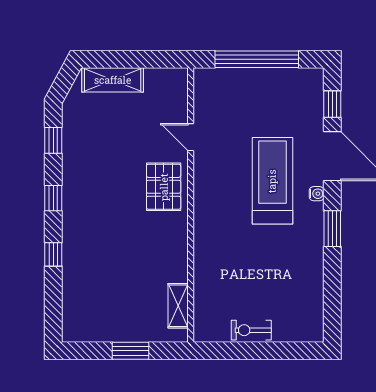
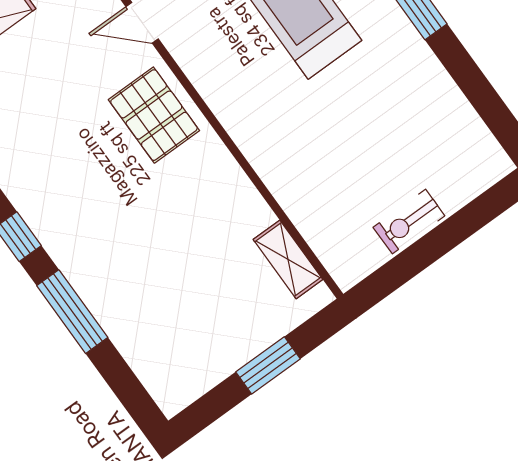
window: (53, 254) -> (72, 312), width x2.17

